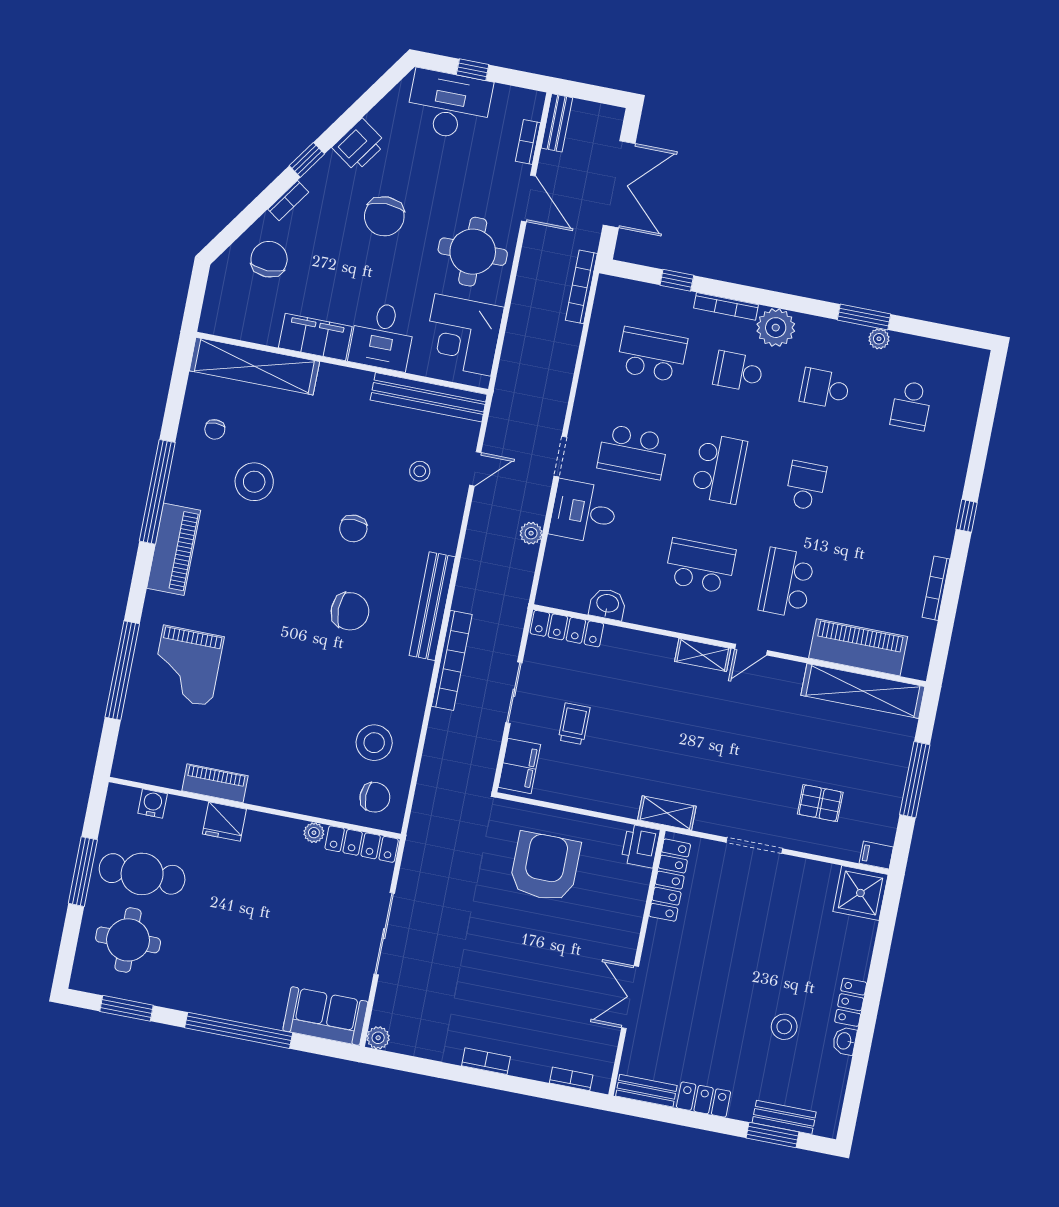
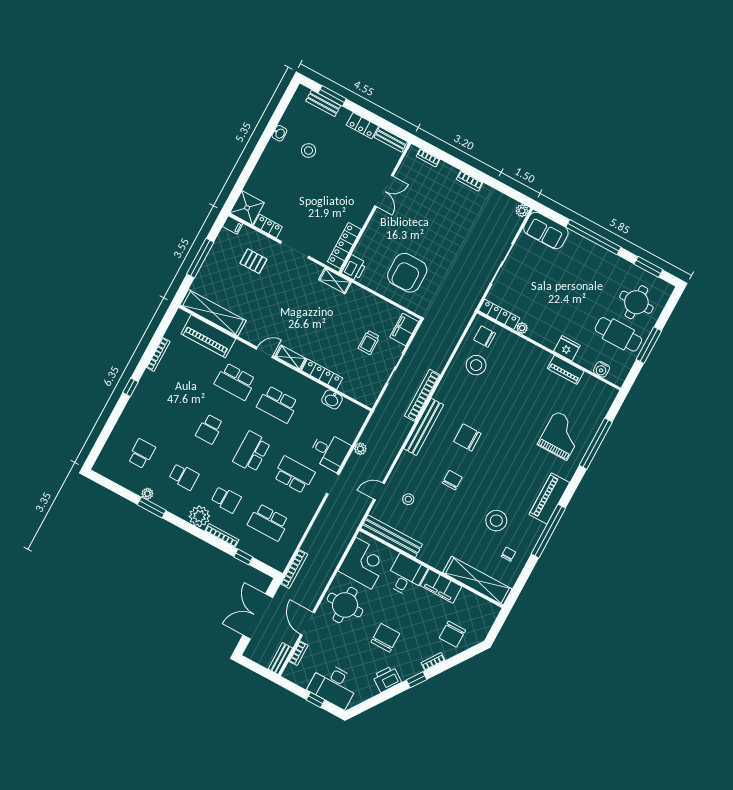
school desk: (787, 583) -> (235, 381), turned 90
locker: (567, 629) -> (322, 374), moved
locker: (851, 1002) -> (268, 226), moved, turned -90

